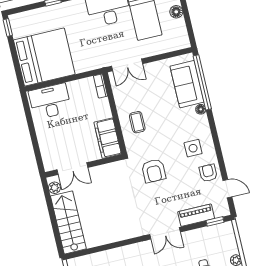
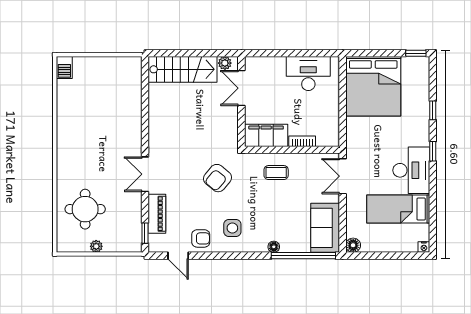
floor lamp: (176, 12) -> (353, 245), moved
sofa: (187, 84) -> (325, 228), moved, turned -90
bookcase: (101, 86) -> (302, 141), moved
desk: (50, 101) -> (308, 74), moved, turned -90
armchair: (154, 171) -> (218, 178), turned -50
door: (227, 189) -> (178, 256), hinge flipped

